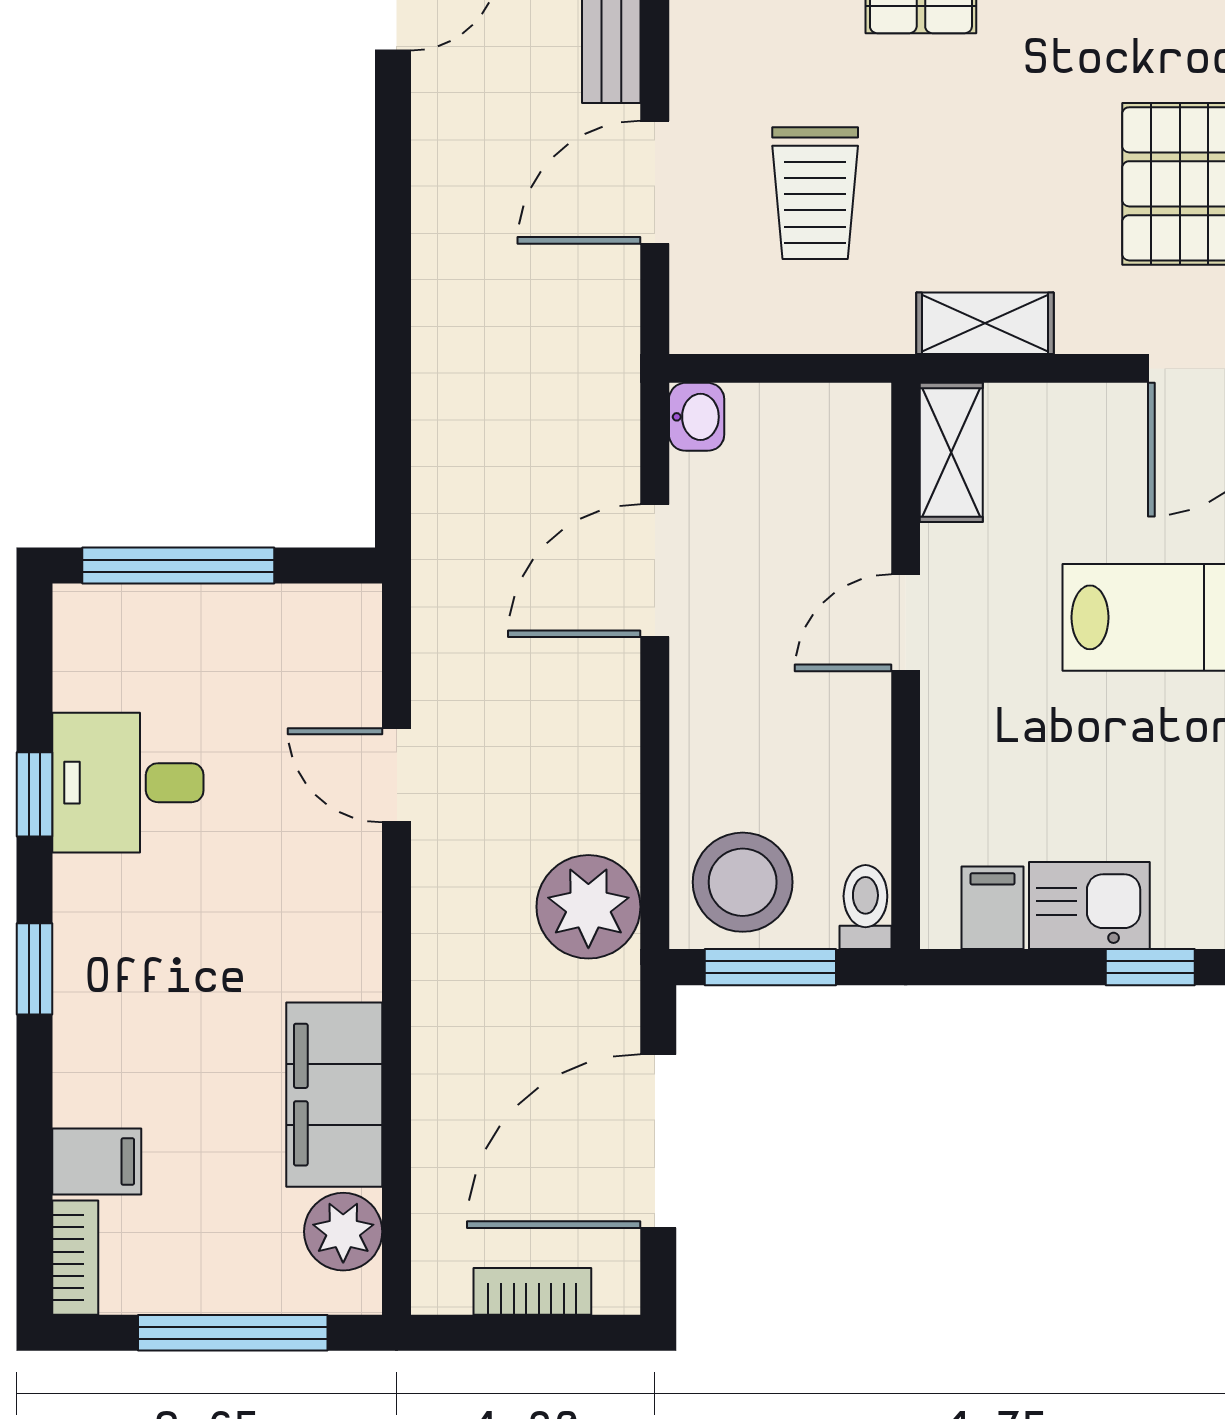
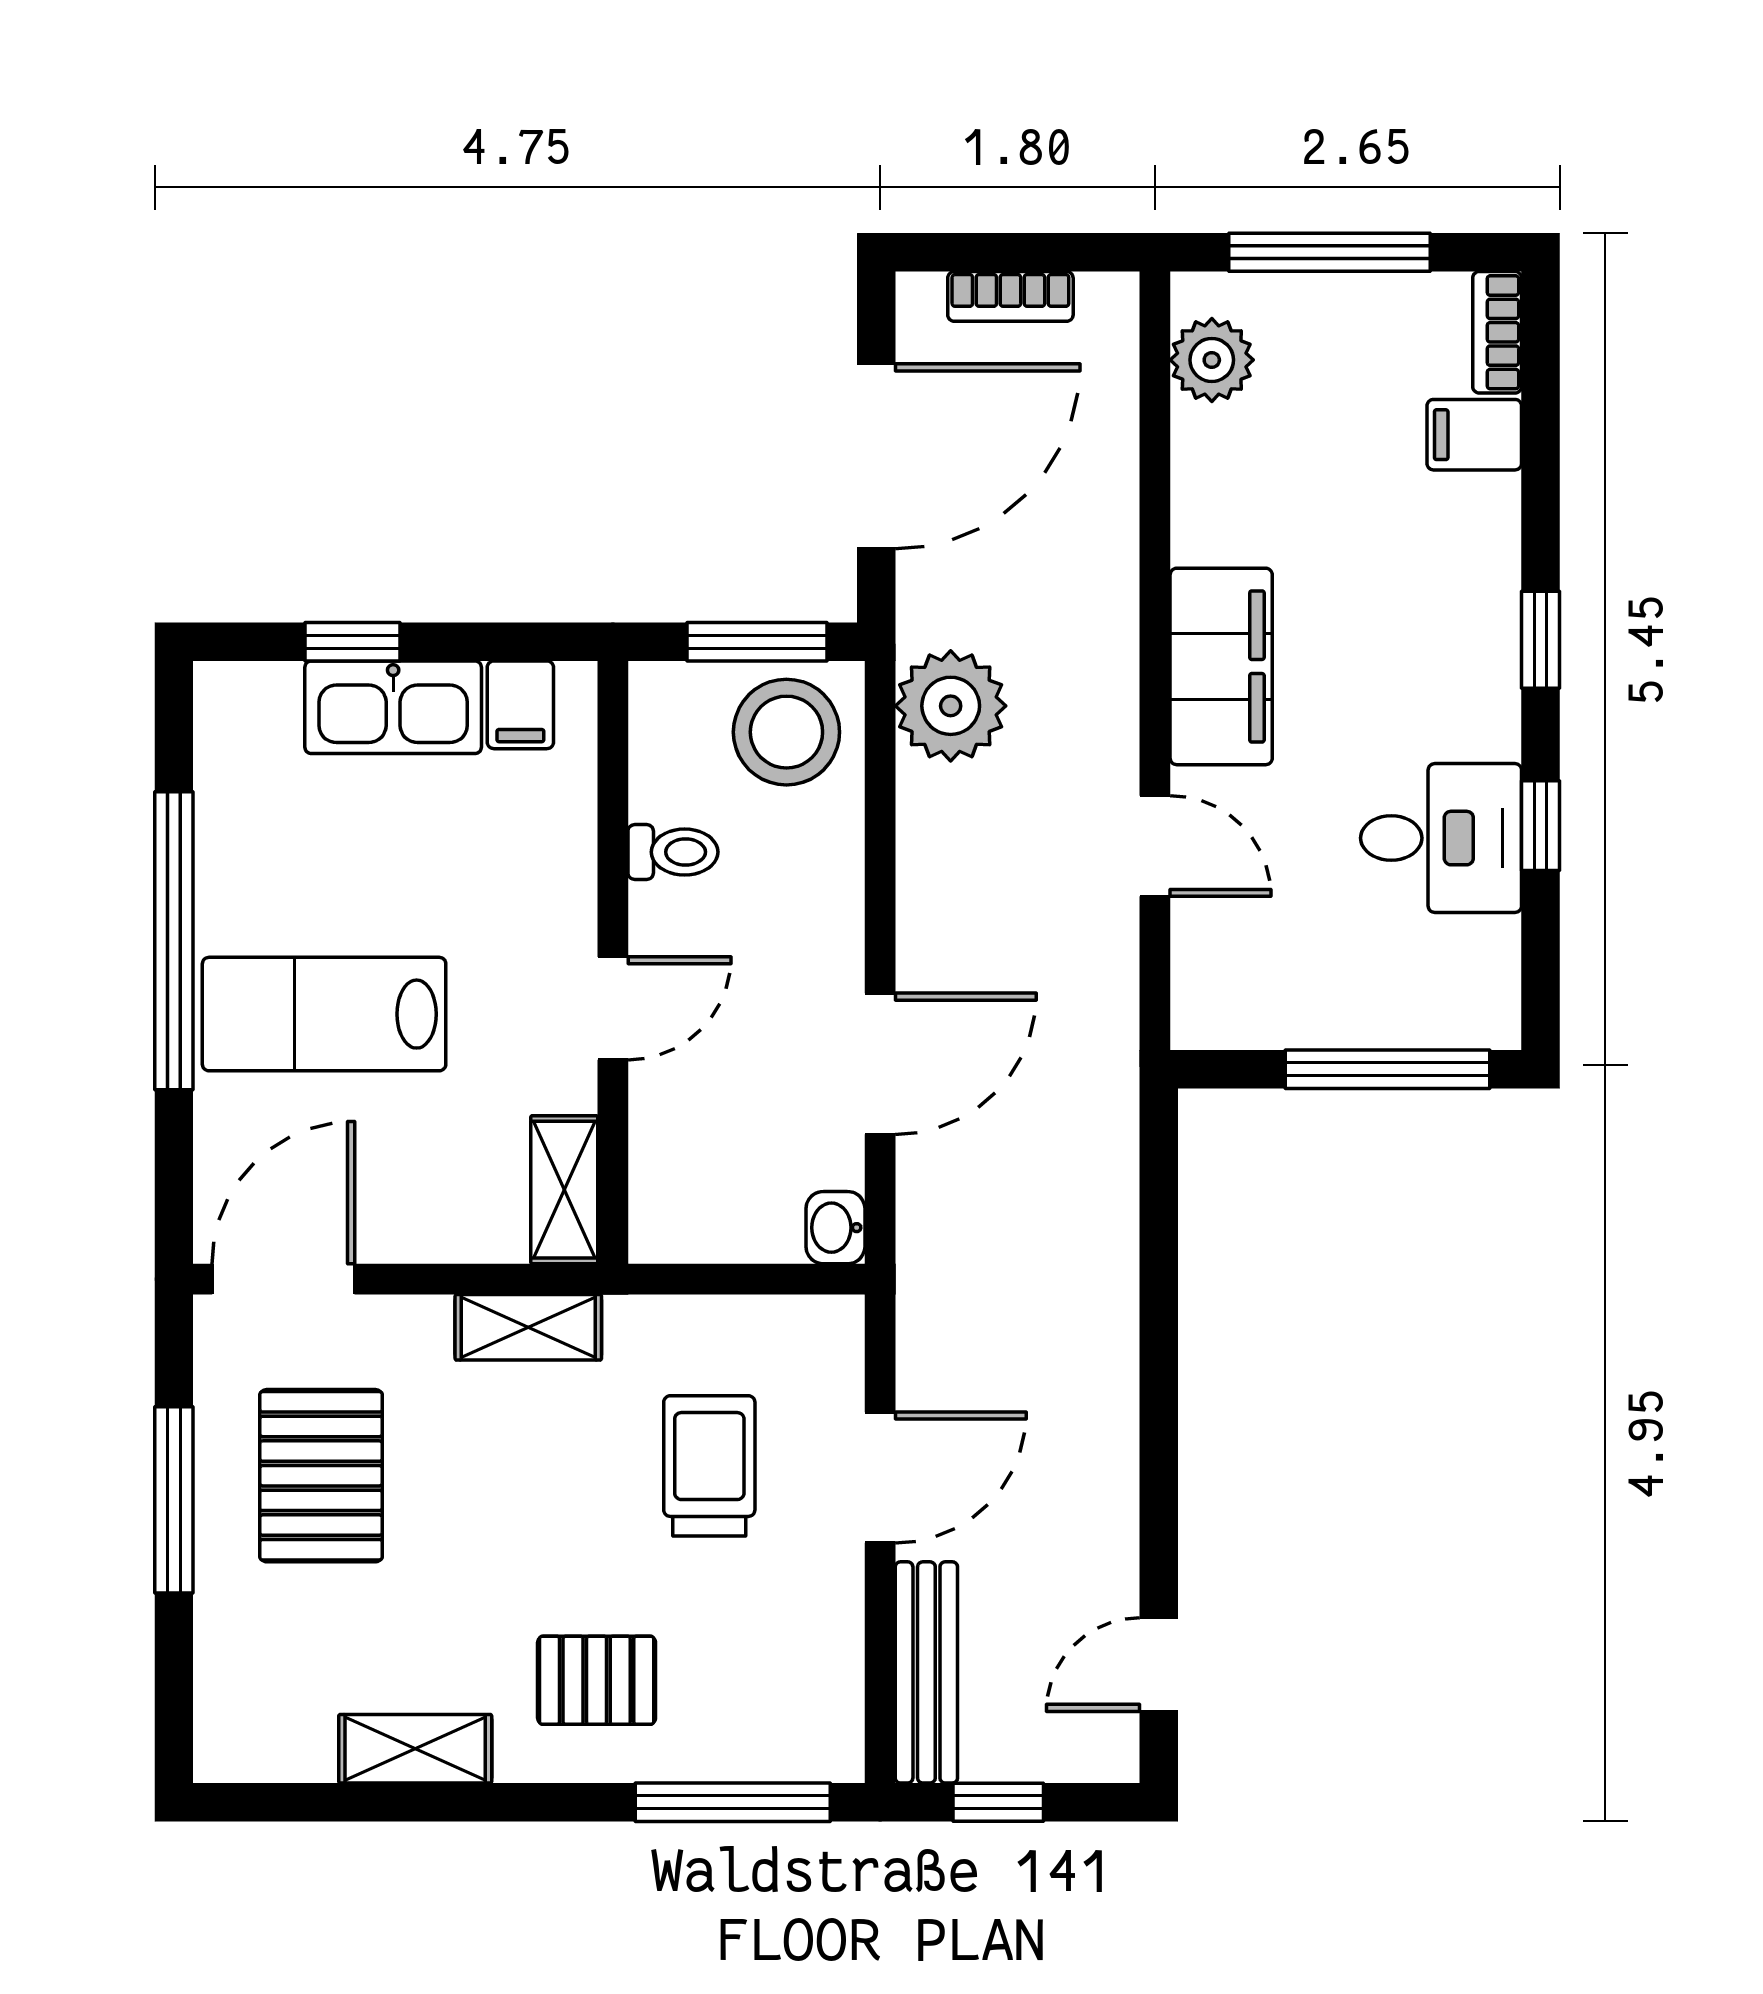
kitchen sink: (1089, 906) -> (393, 707), width x1.38
toilet: (865, 907) -> (673, 852), moved, turned -90
filing cabinet: (334, 1095) -> (1221, 666), moved

